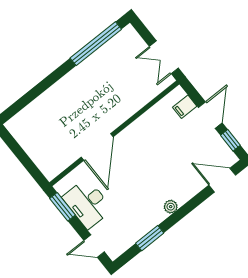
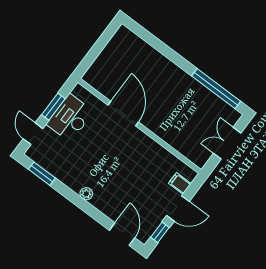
double door: (164, 57) -> (227, 143), moved
door: (97, 147) -> (123, 114), swing flipped
window: (63, 207) -> (53, 107), moved
window: (150, 238) -> (42, 174), moved

